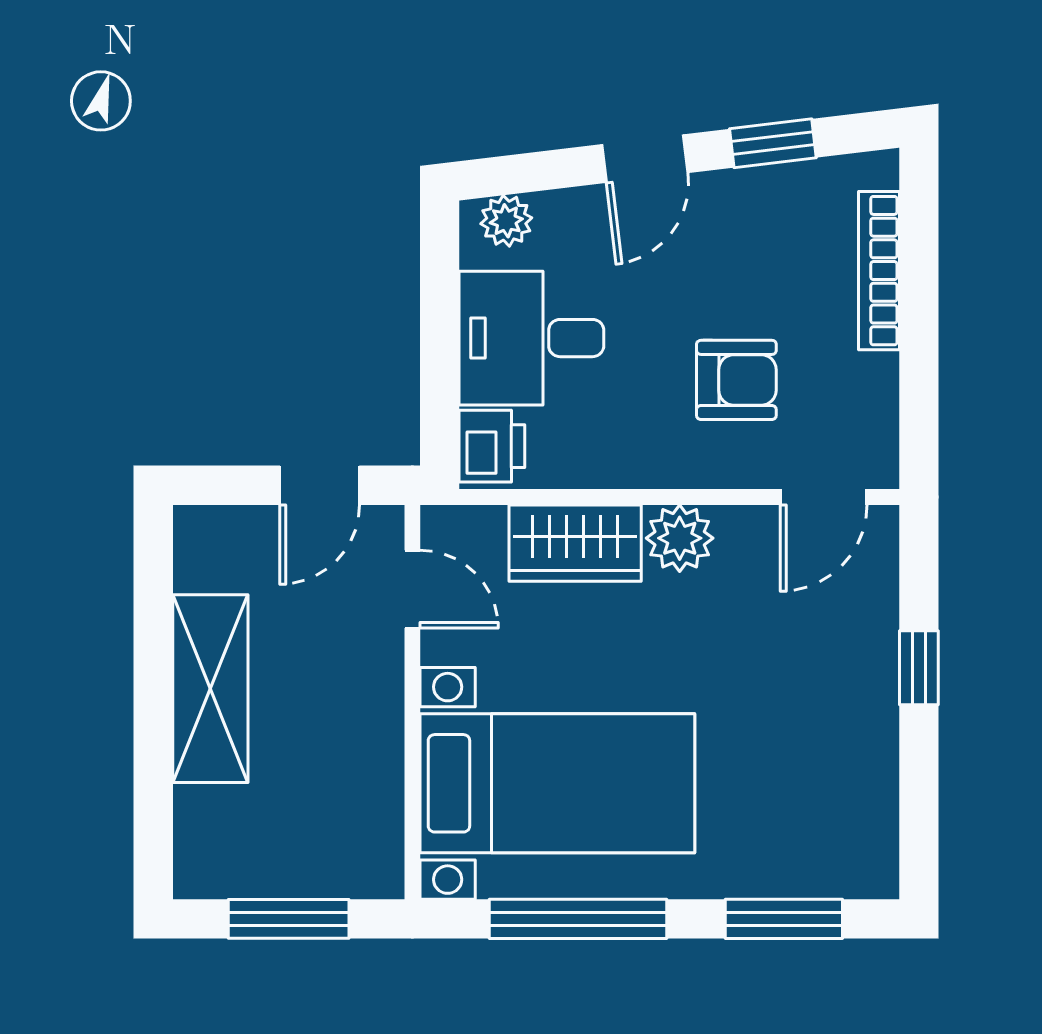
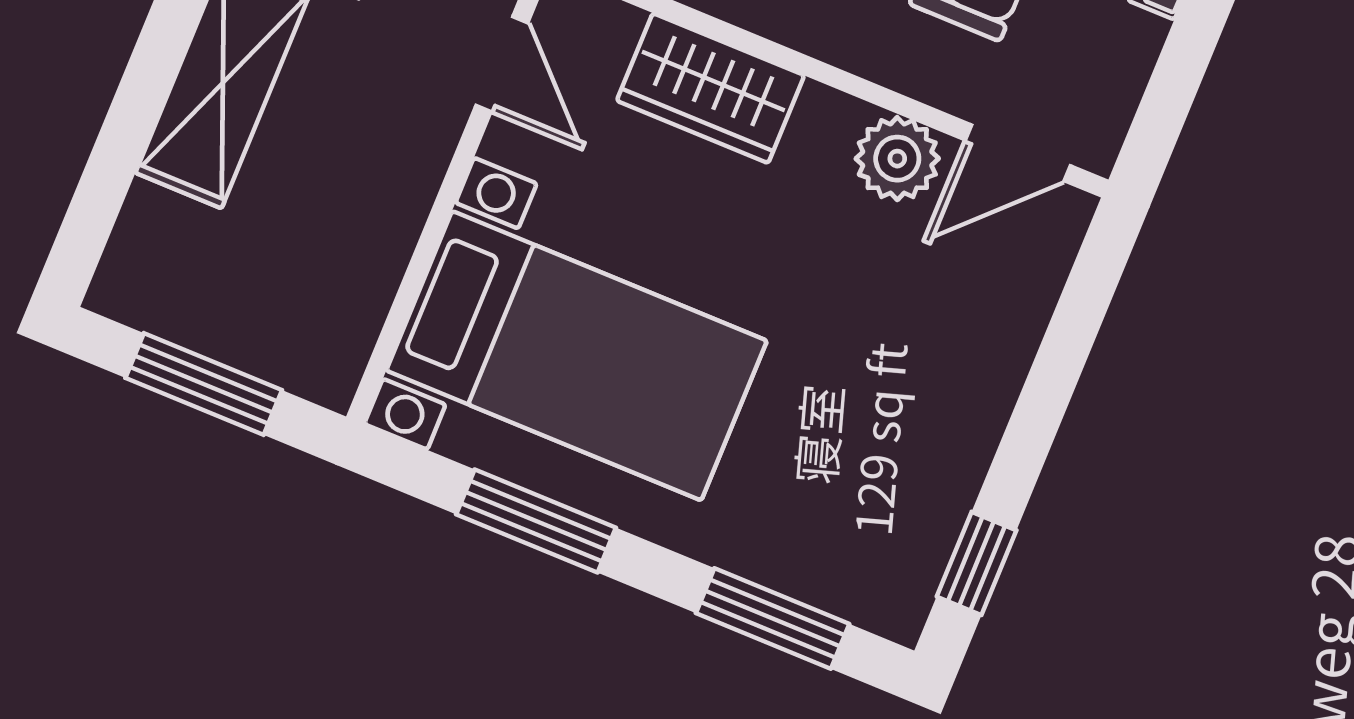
plant: (680, 538) -> (897, 159), moved
window: (919, 668) -> (977, 563), moved
window: (578, 919) -> (536, 521), width x0.69

